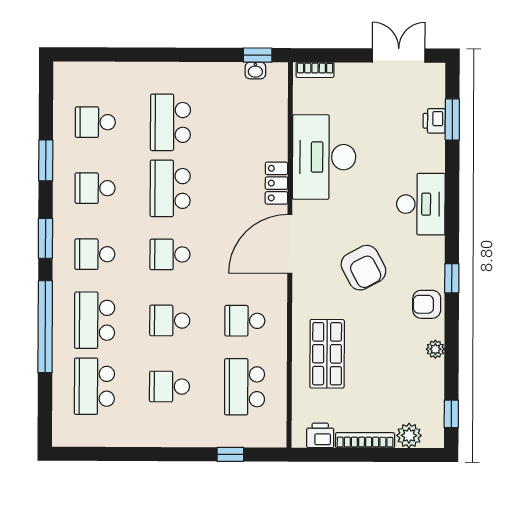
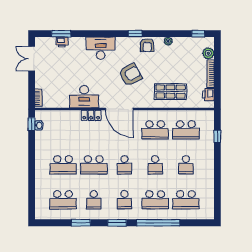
school desk: (95, 122) -> (63, 200), width x1.85
desk: (324, 157) -> (84, 97), width x0.73, depth x0.77
school desk: (245, 321) -> (155, 130), width x1.85

